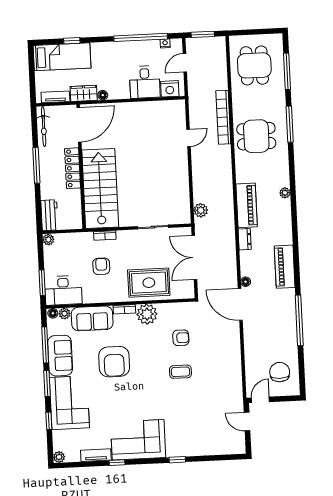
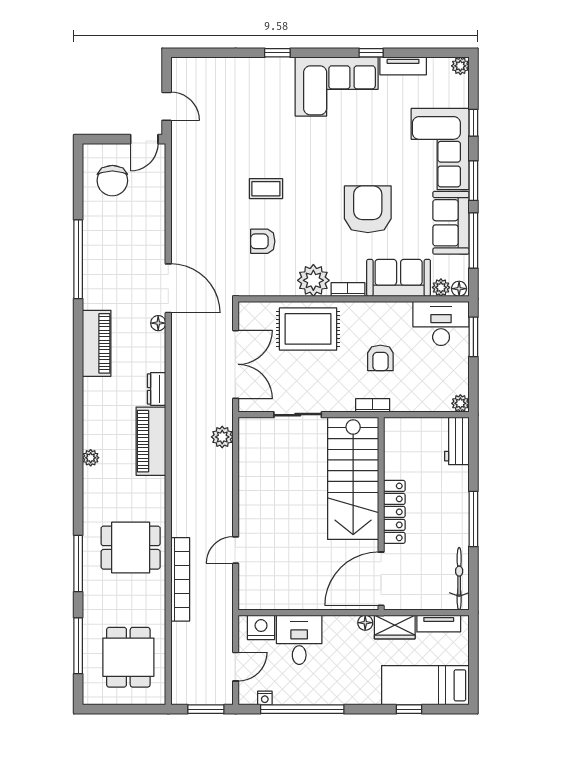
door: (79, 125) -> (381, 579), moved
wall: (81, 167) -> (381, 514), moved
locker: (73, 168) -> (394, 512), moved
stairs: (100, 189) -> (353, 478), moved

